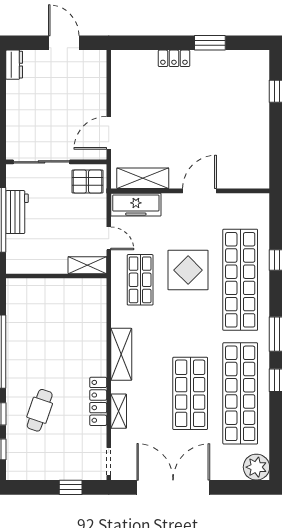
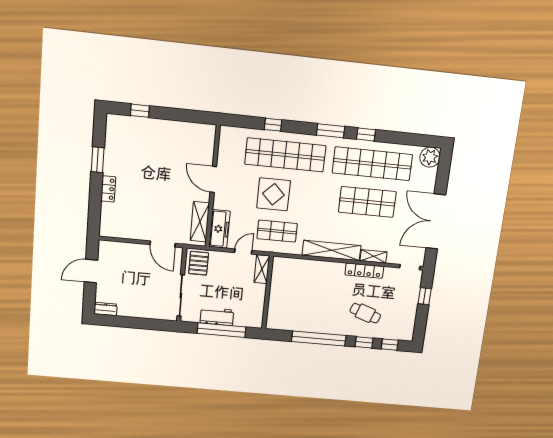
shelving: (121, 354) -> (332, 250), width x1.47

